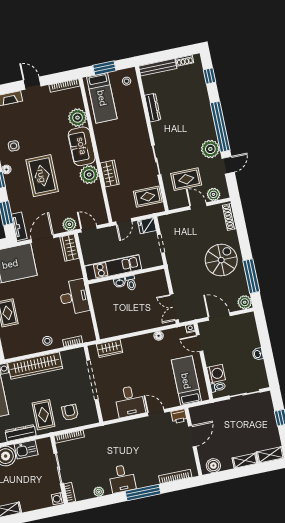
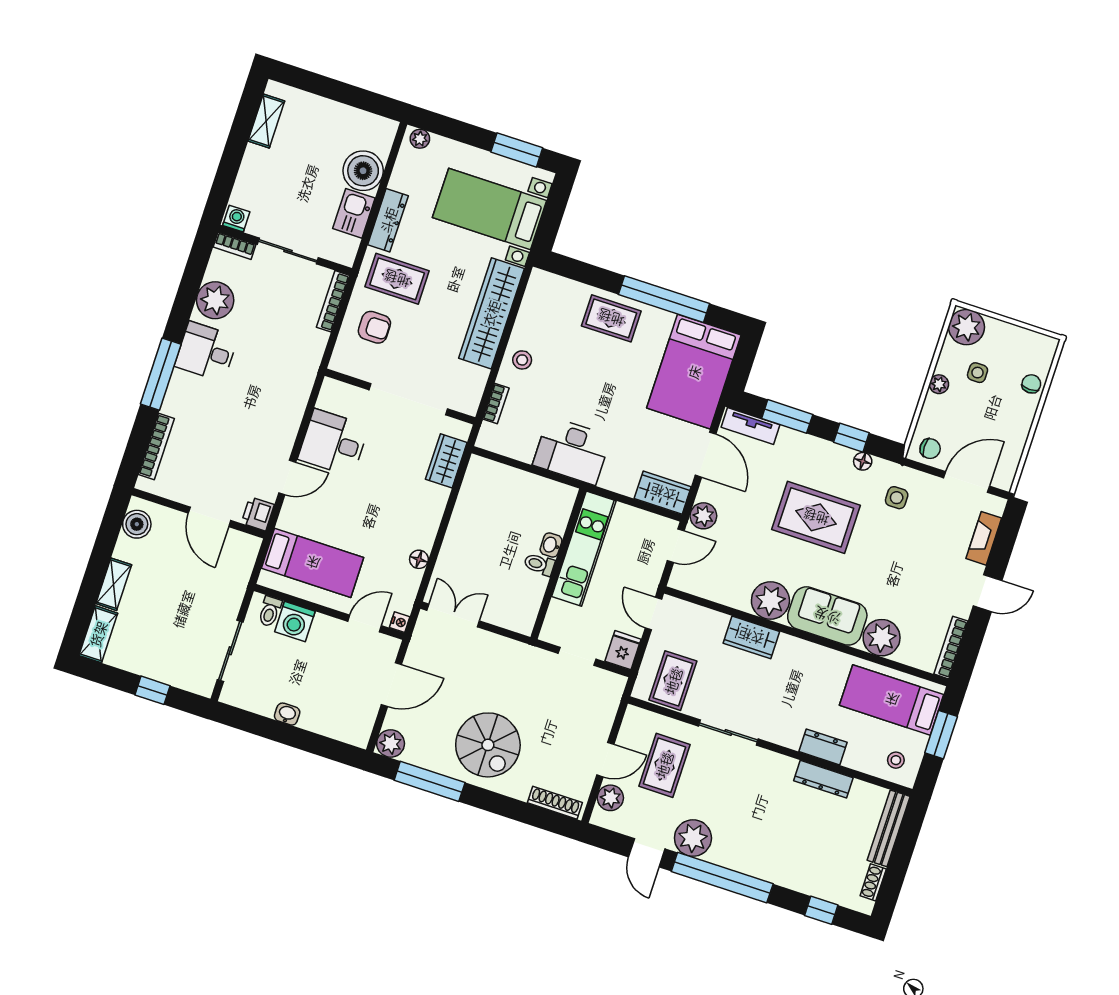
dresser: (139, 116) -> (823, 747), added
plant: (99, 492) -> (215, 300), width x1.87, depth x1.87

